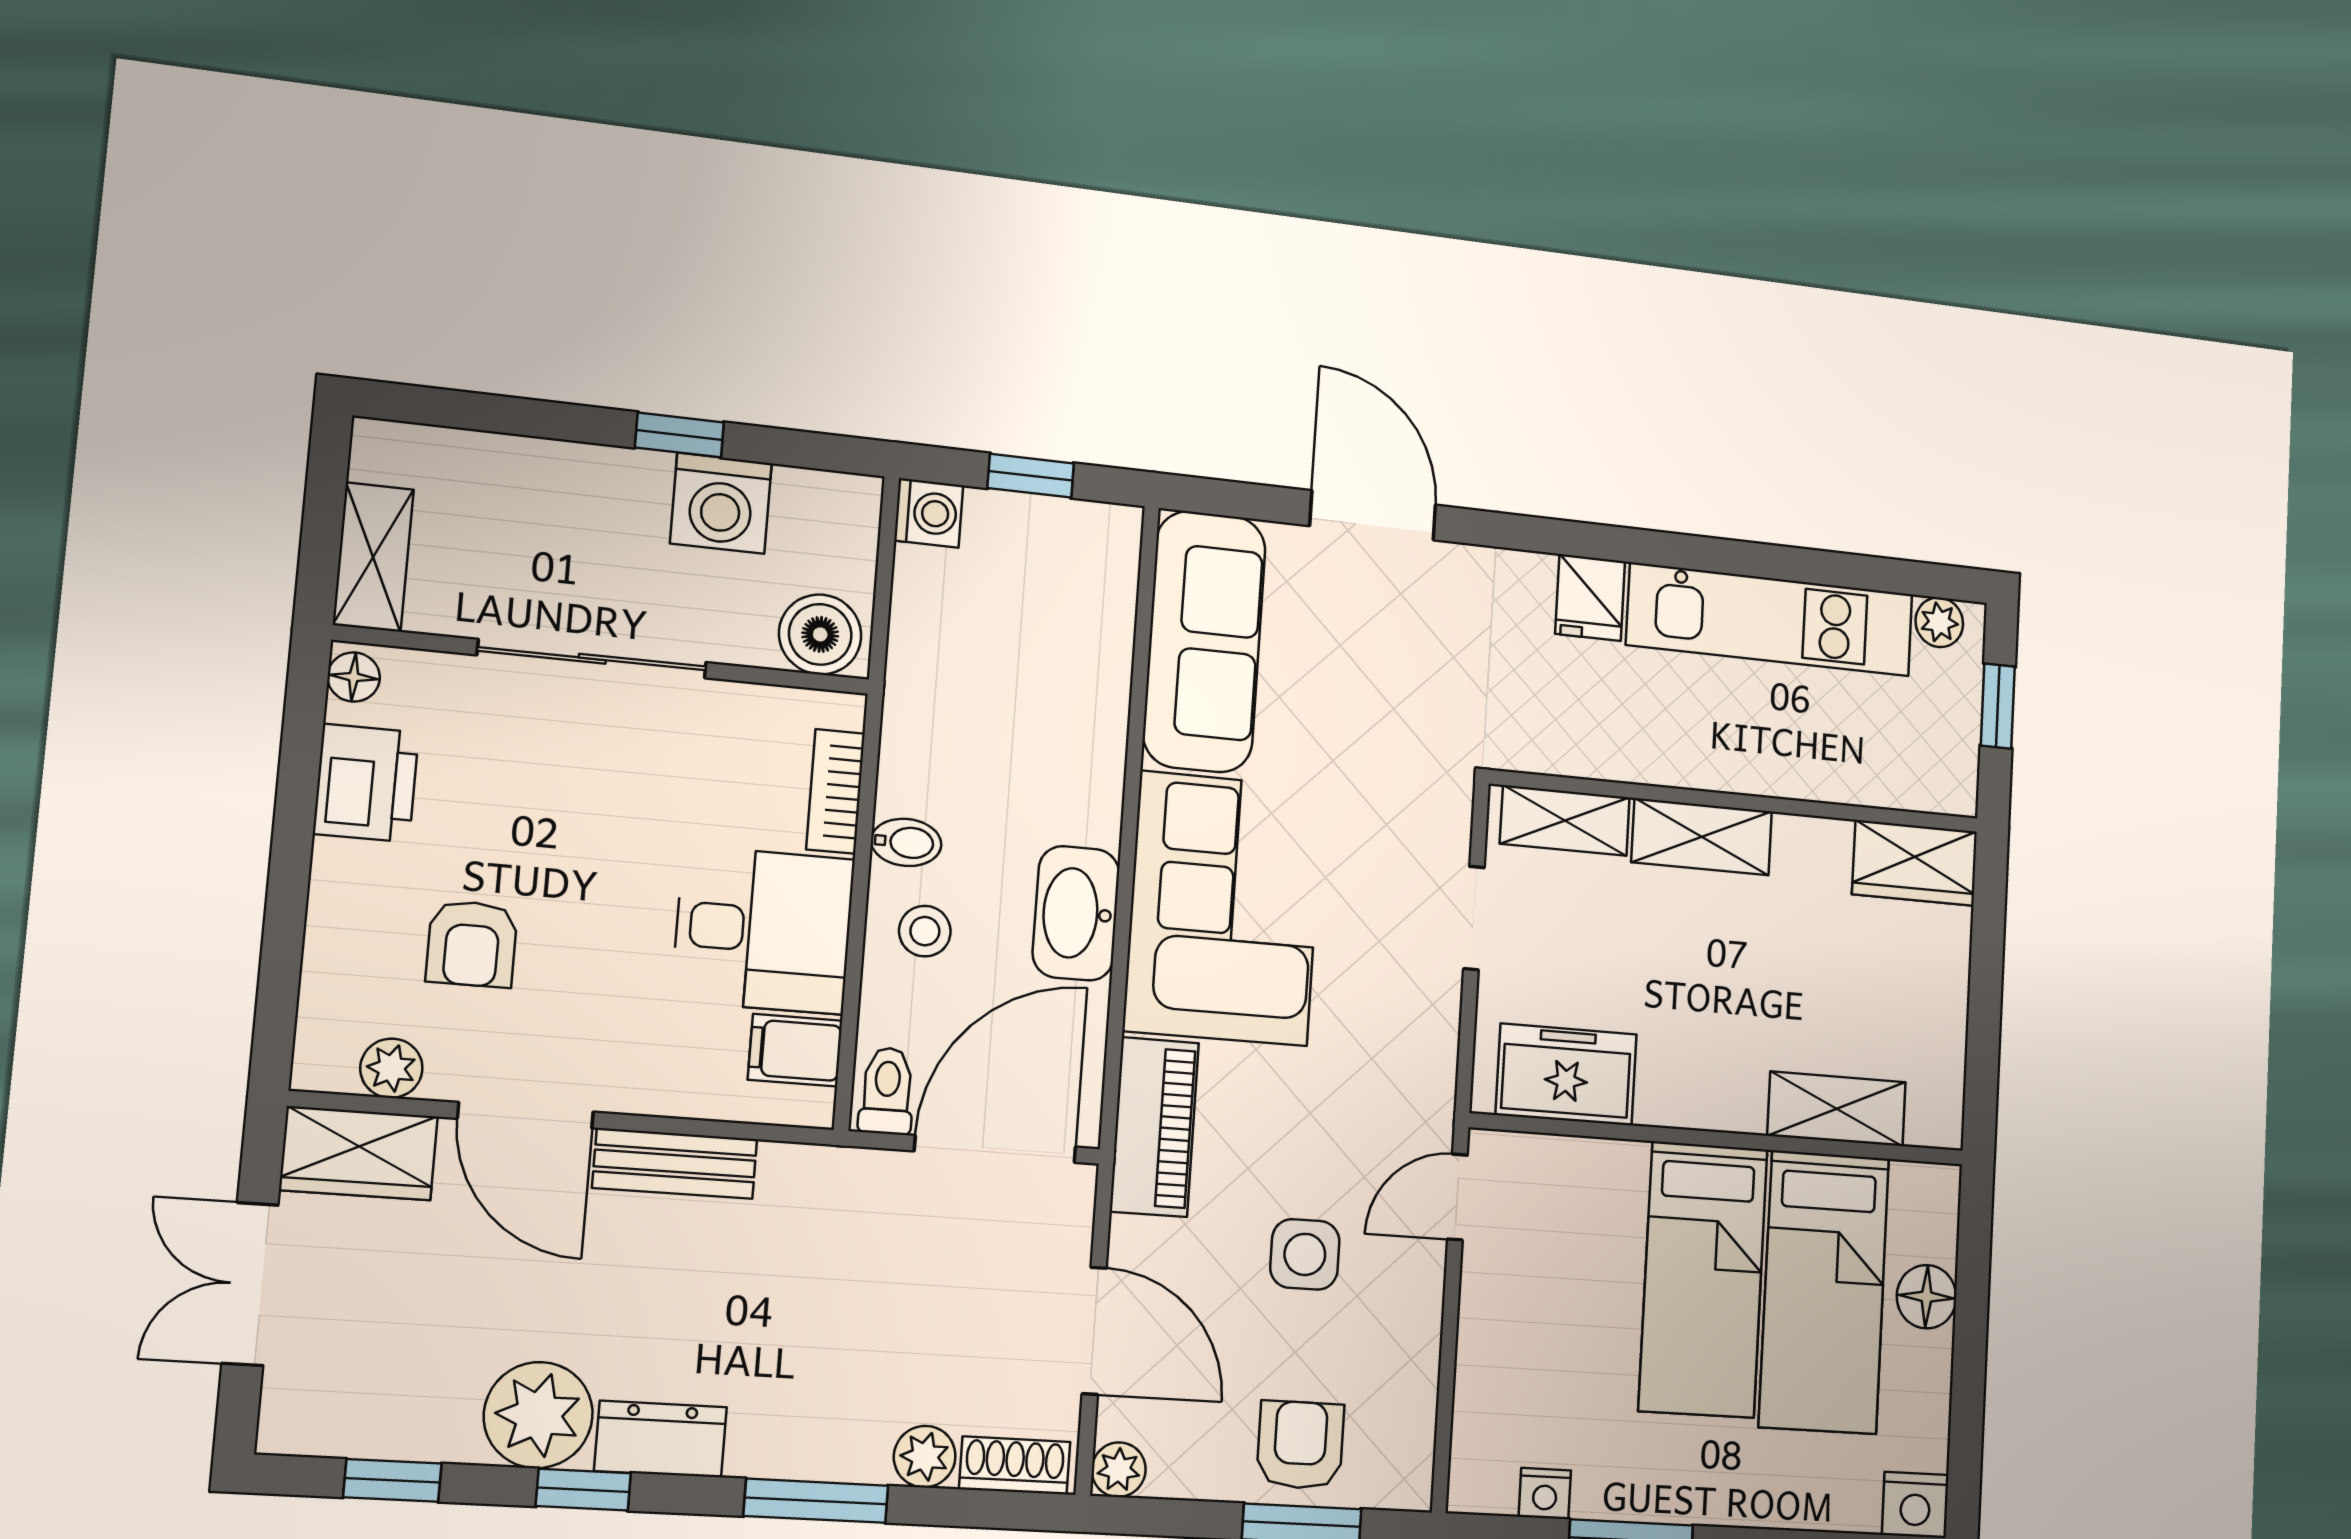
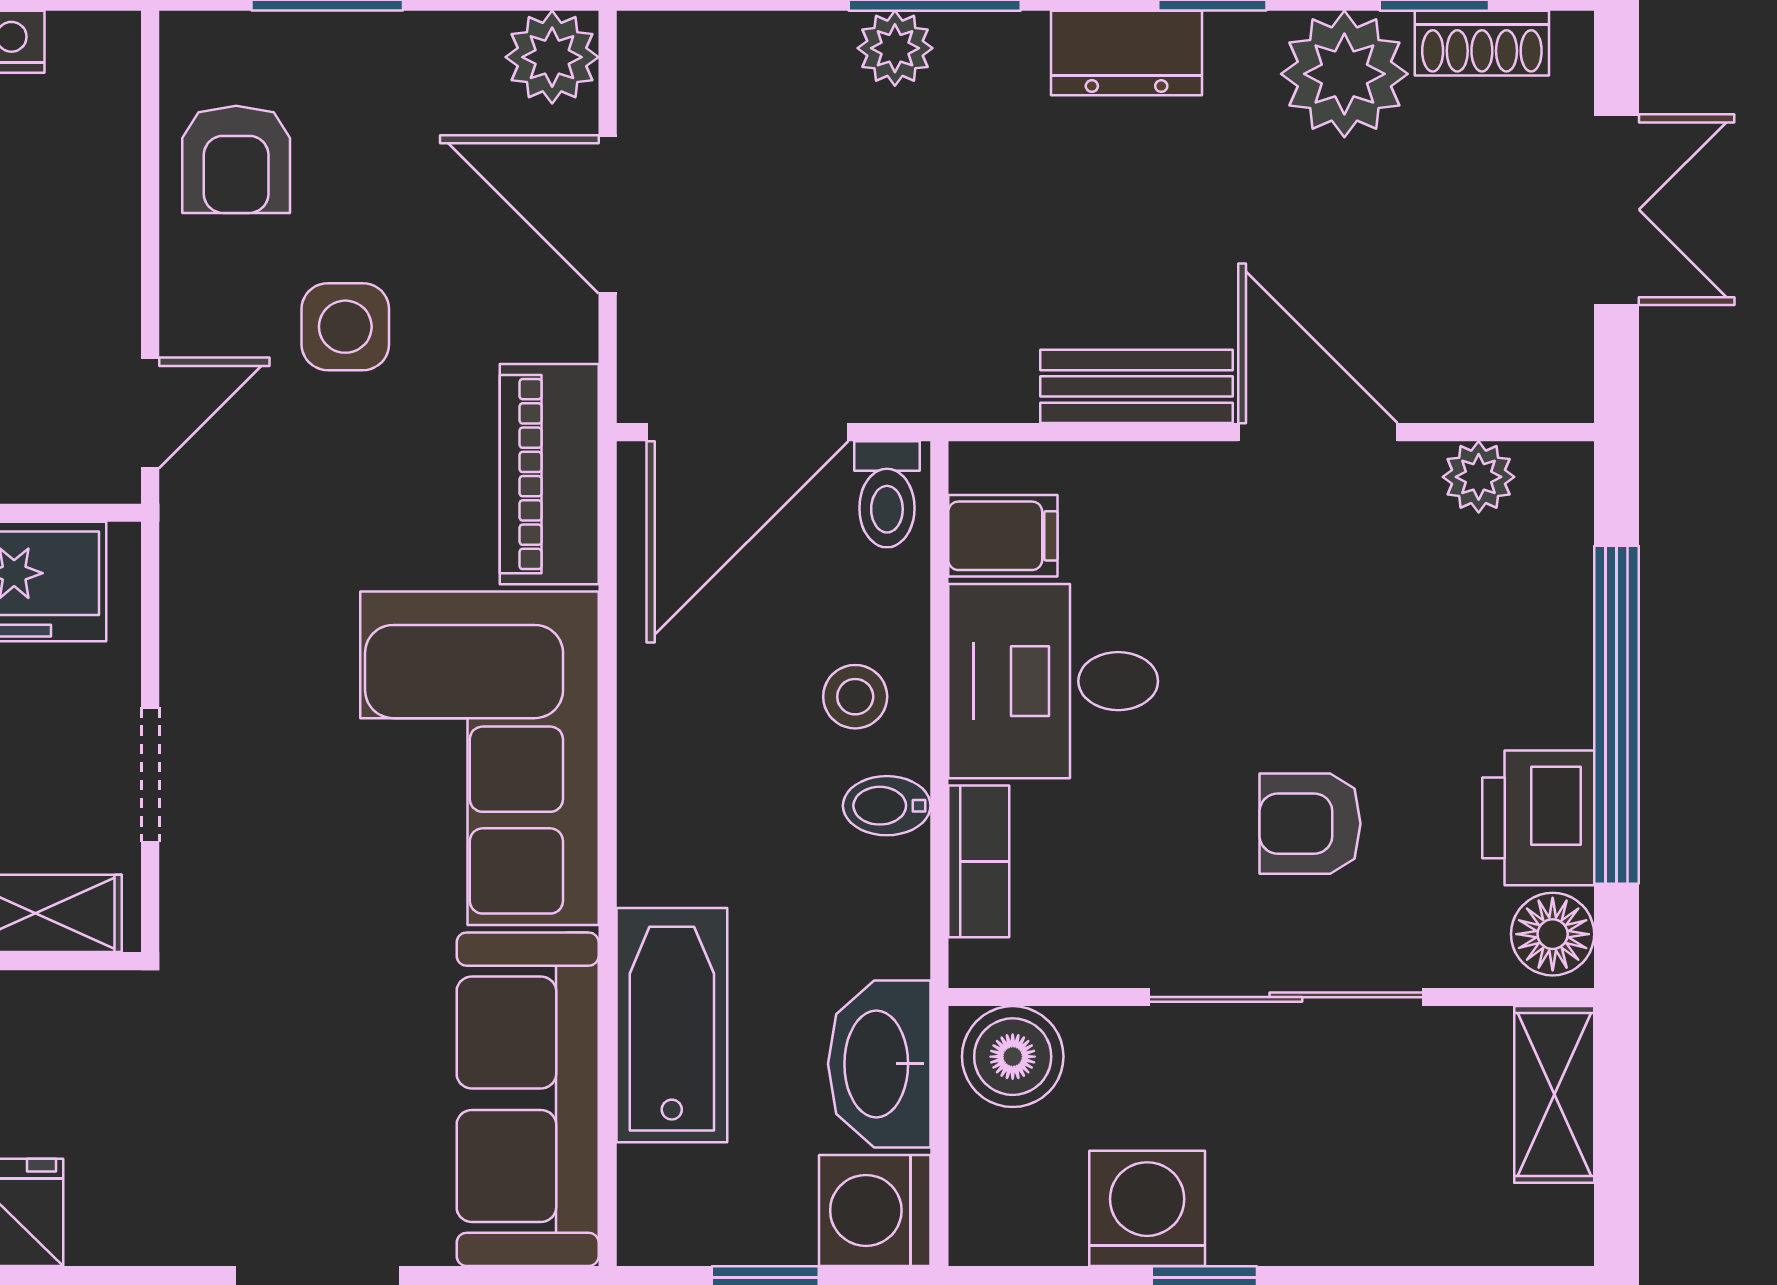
washing machine: (929, 513) -> (875, 1210), width x1.38, depth x1.38
floor lamp: (354, 677) -> (1553, 934), width x1.37, depth x1.37
bathtub: (1089, 687) -> (672, 1025), added
window: (290, 862) -> (1616, 715), added
washbasin: (1076, 913) -> (879, 1064), moved, turned 180
armchair: (472, 944) -> (1310, 824), moved, turned -90
wardrobe: (359, 1153) -> (1507, 373), removed
plant: (538, 1415) -> (1344, 74), moved
armchair: (1300, 1445) -> (236, 159), moved
plant: (925, 1457) -> (895, 48), moved
shoe rack: (1015, 1465) -> (1482, 43), moved
plant: (1119, 1470) -> (552, 57), width x1.38, depth x1.38

